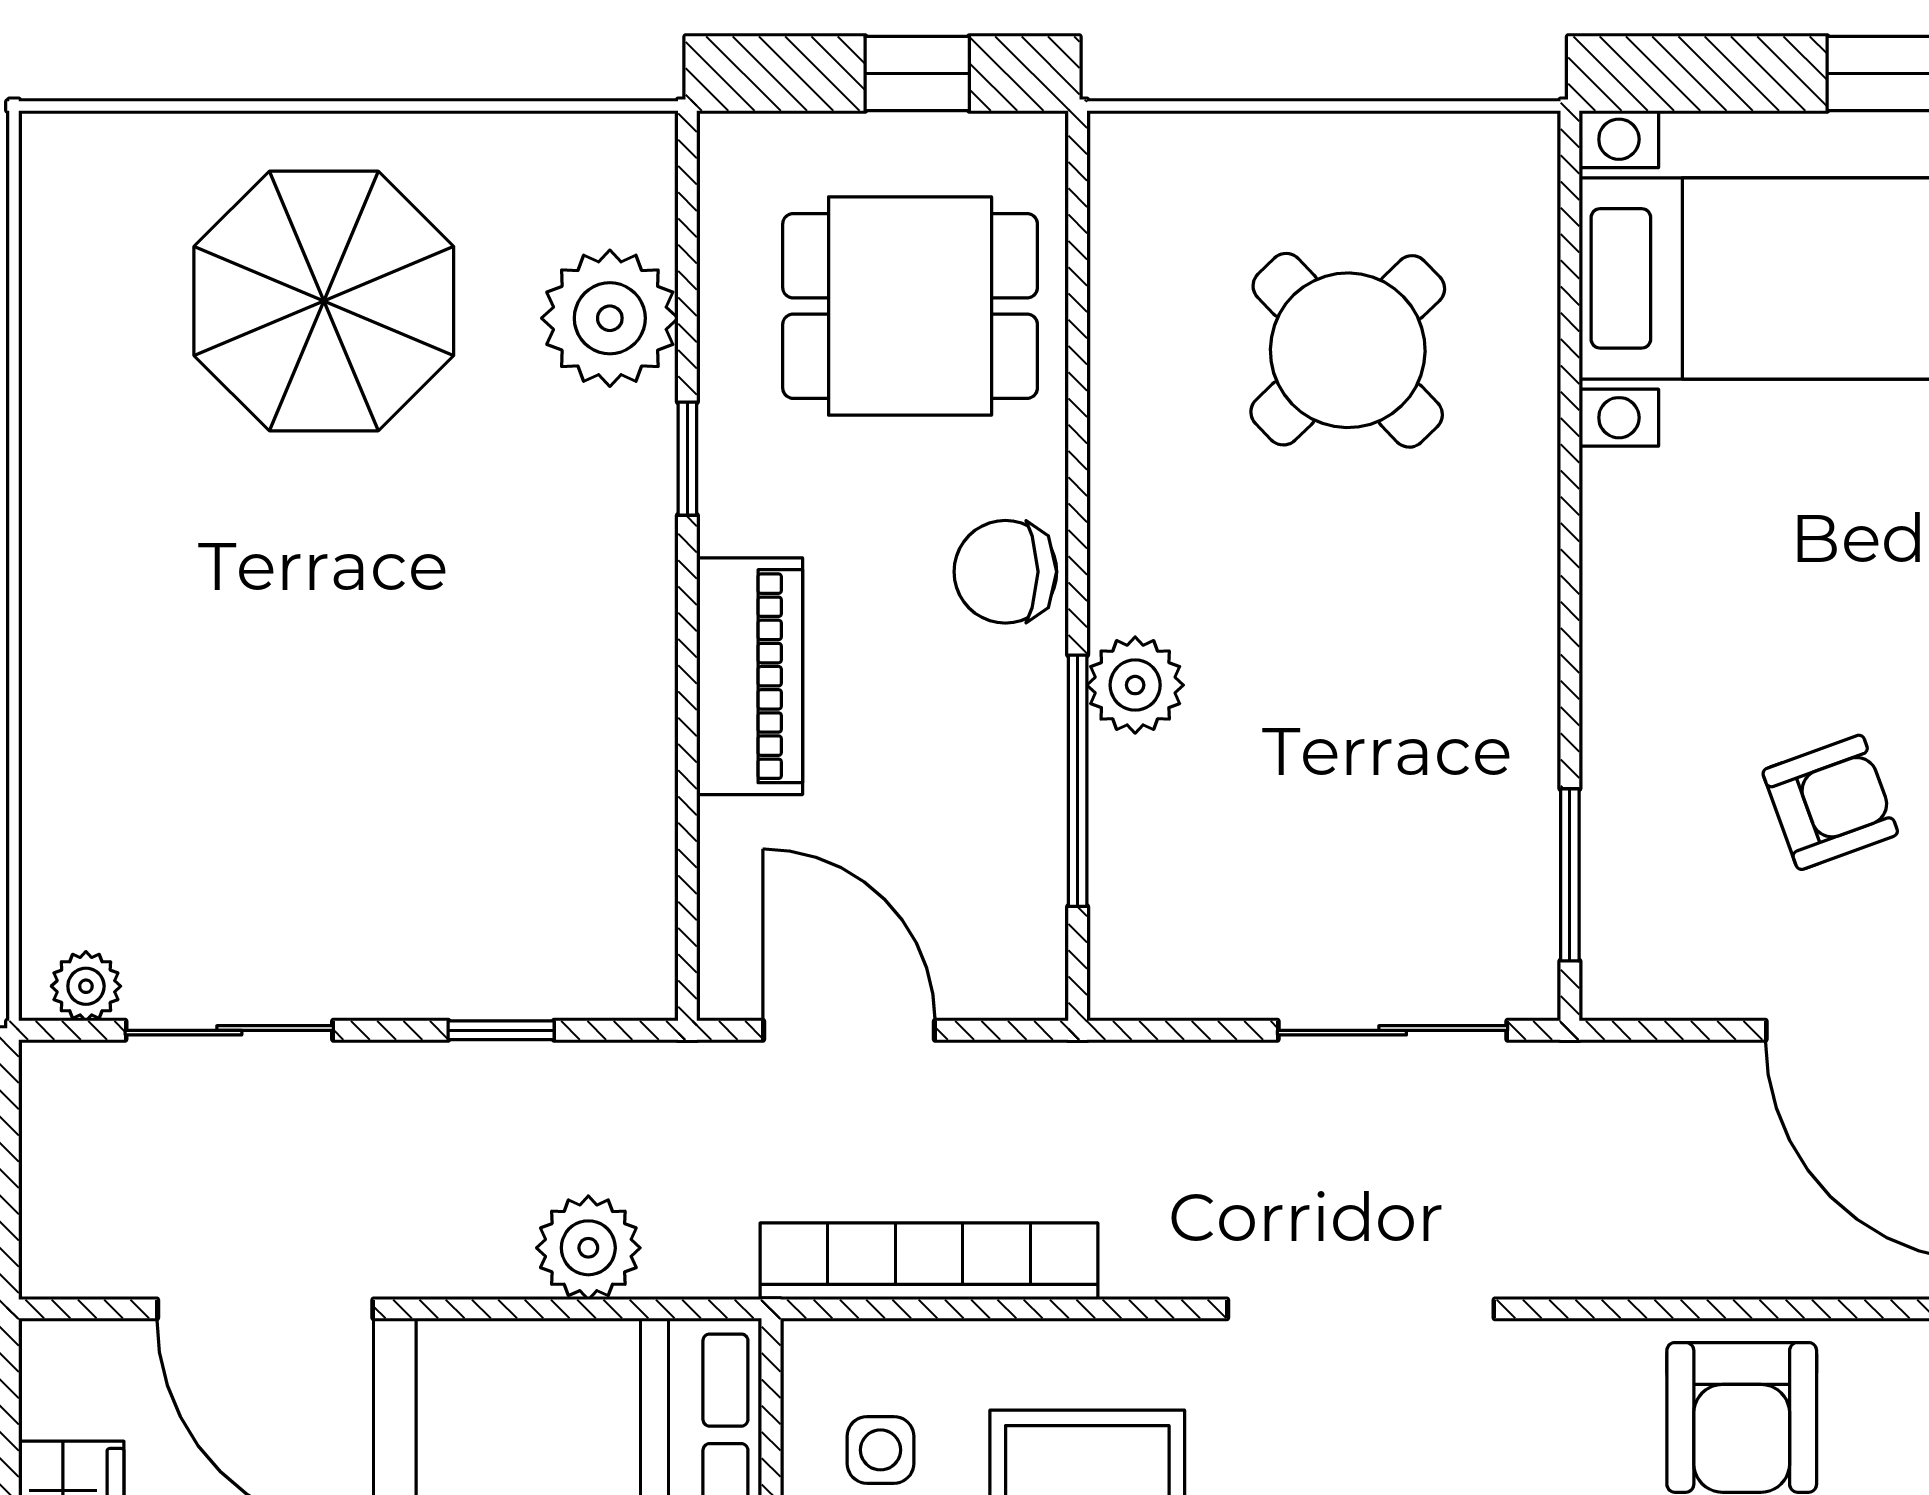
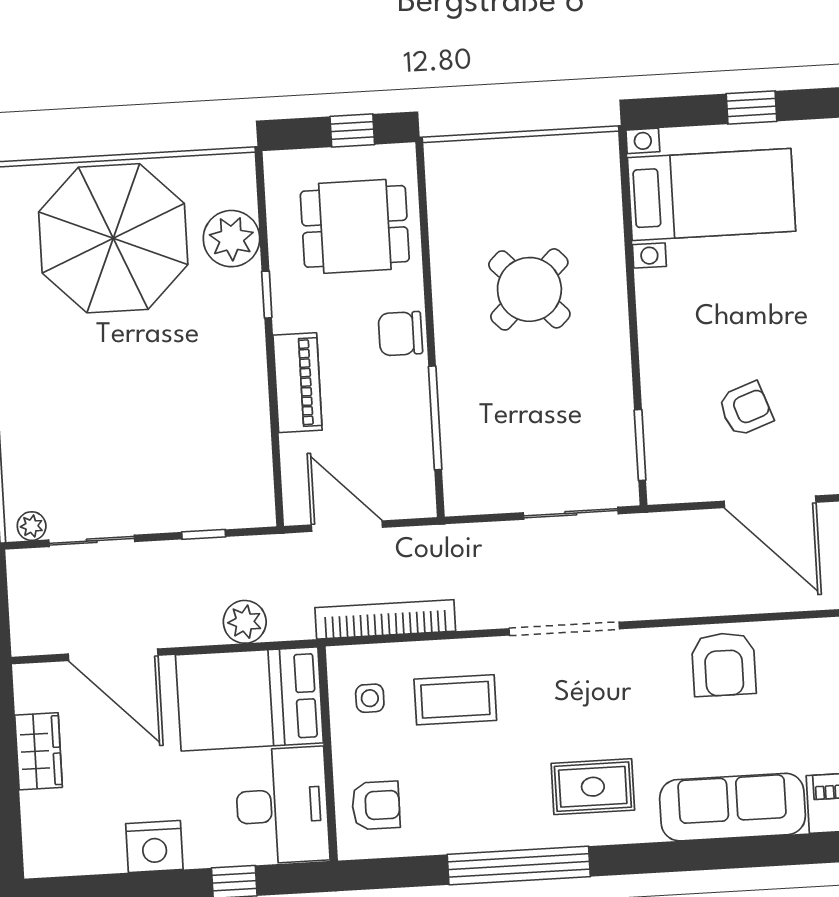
parasol: (324, 301) -> (113, 238), width x1.36, depth x1.36
round table: (1348, 350) -> (529, 289), moved
plant: (1135, 685) -> (457, 377), removed

